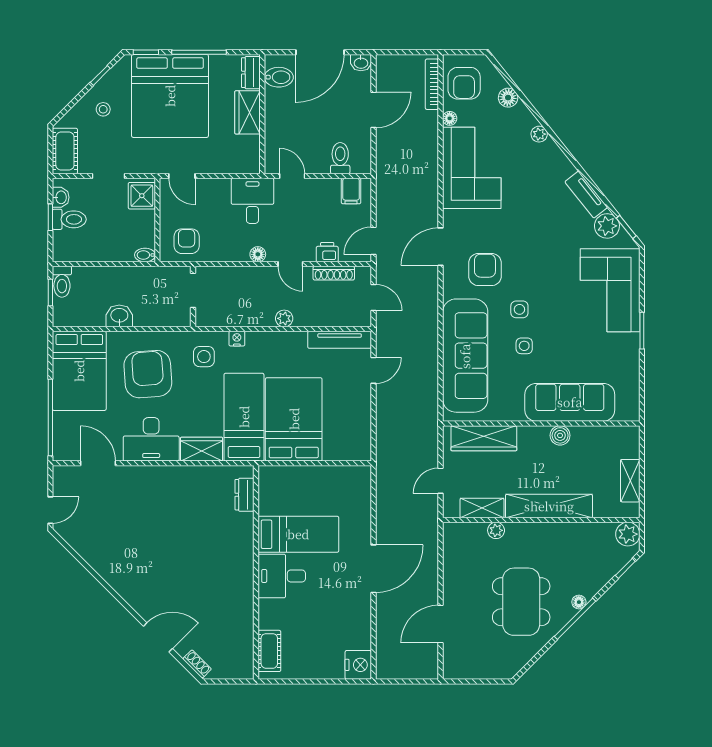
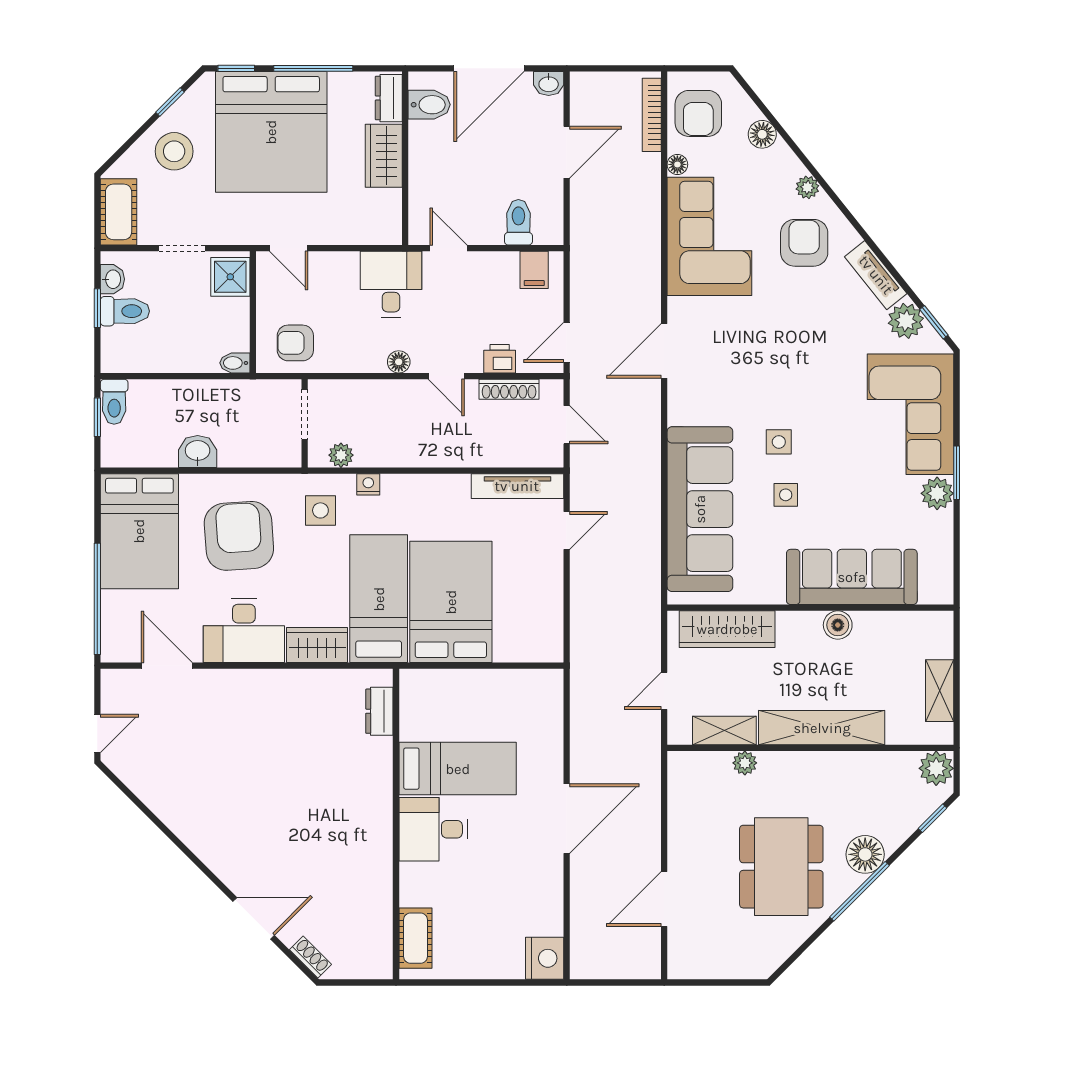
stool: (103, 109) -> (174, 151), width x1.89, depth x1.89
armchair: (187, 241) -> (295, 343), turned -90
armchair: (485, 270) -> (804, 243), moved
plant: (284, 318) -> (341, 455), moved
plant: (629, 345) -> (937, 493), added
floor lamp: (579, 602) -> (865, 854), width x1.89, depth x1.89

